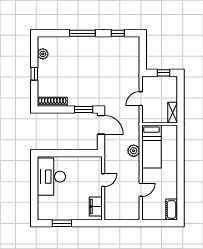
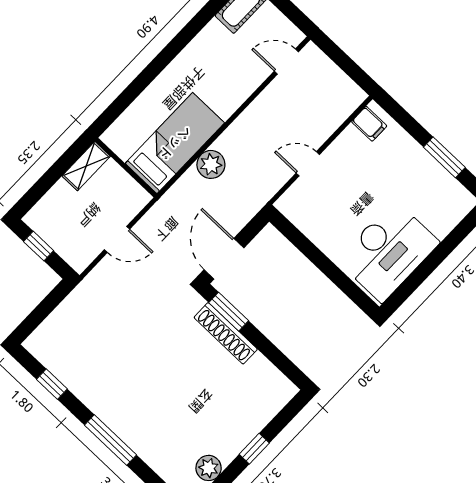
shoe rack: (52, 102) -> (226, 333), moved
door: (141, 190) -> (286, 61), moved
filing cabinet: (96, 207) -> (369, 124), width x0.50

